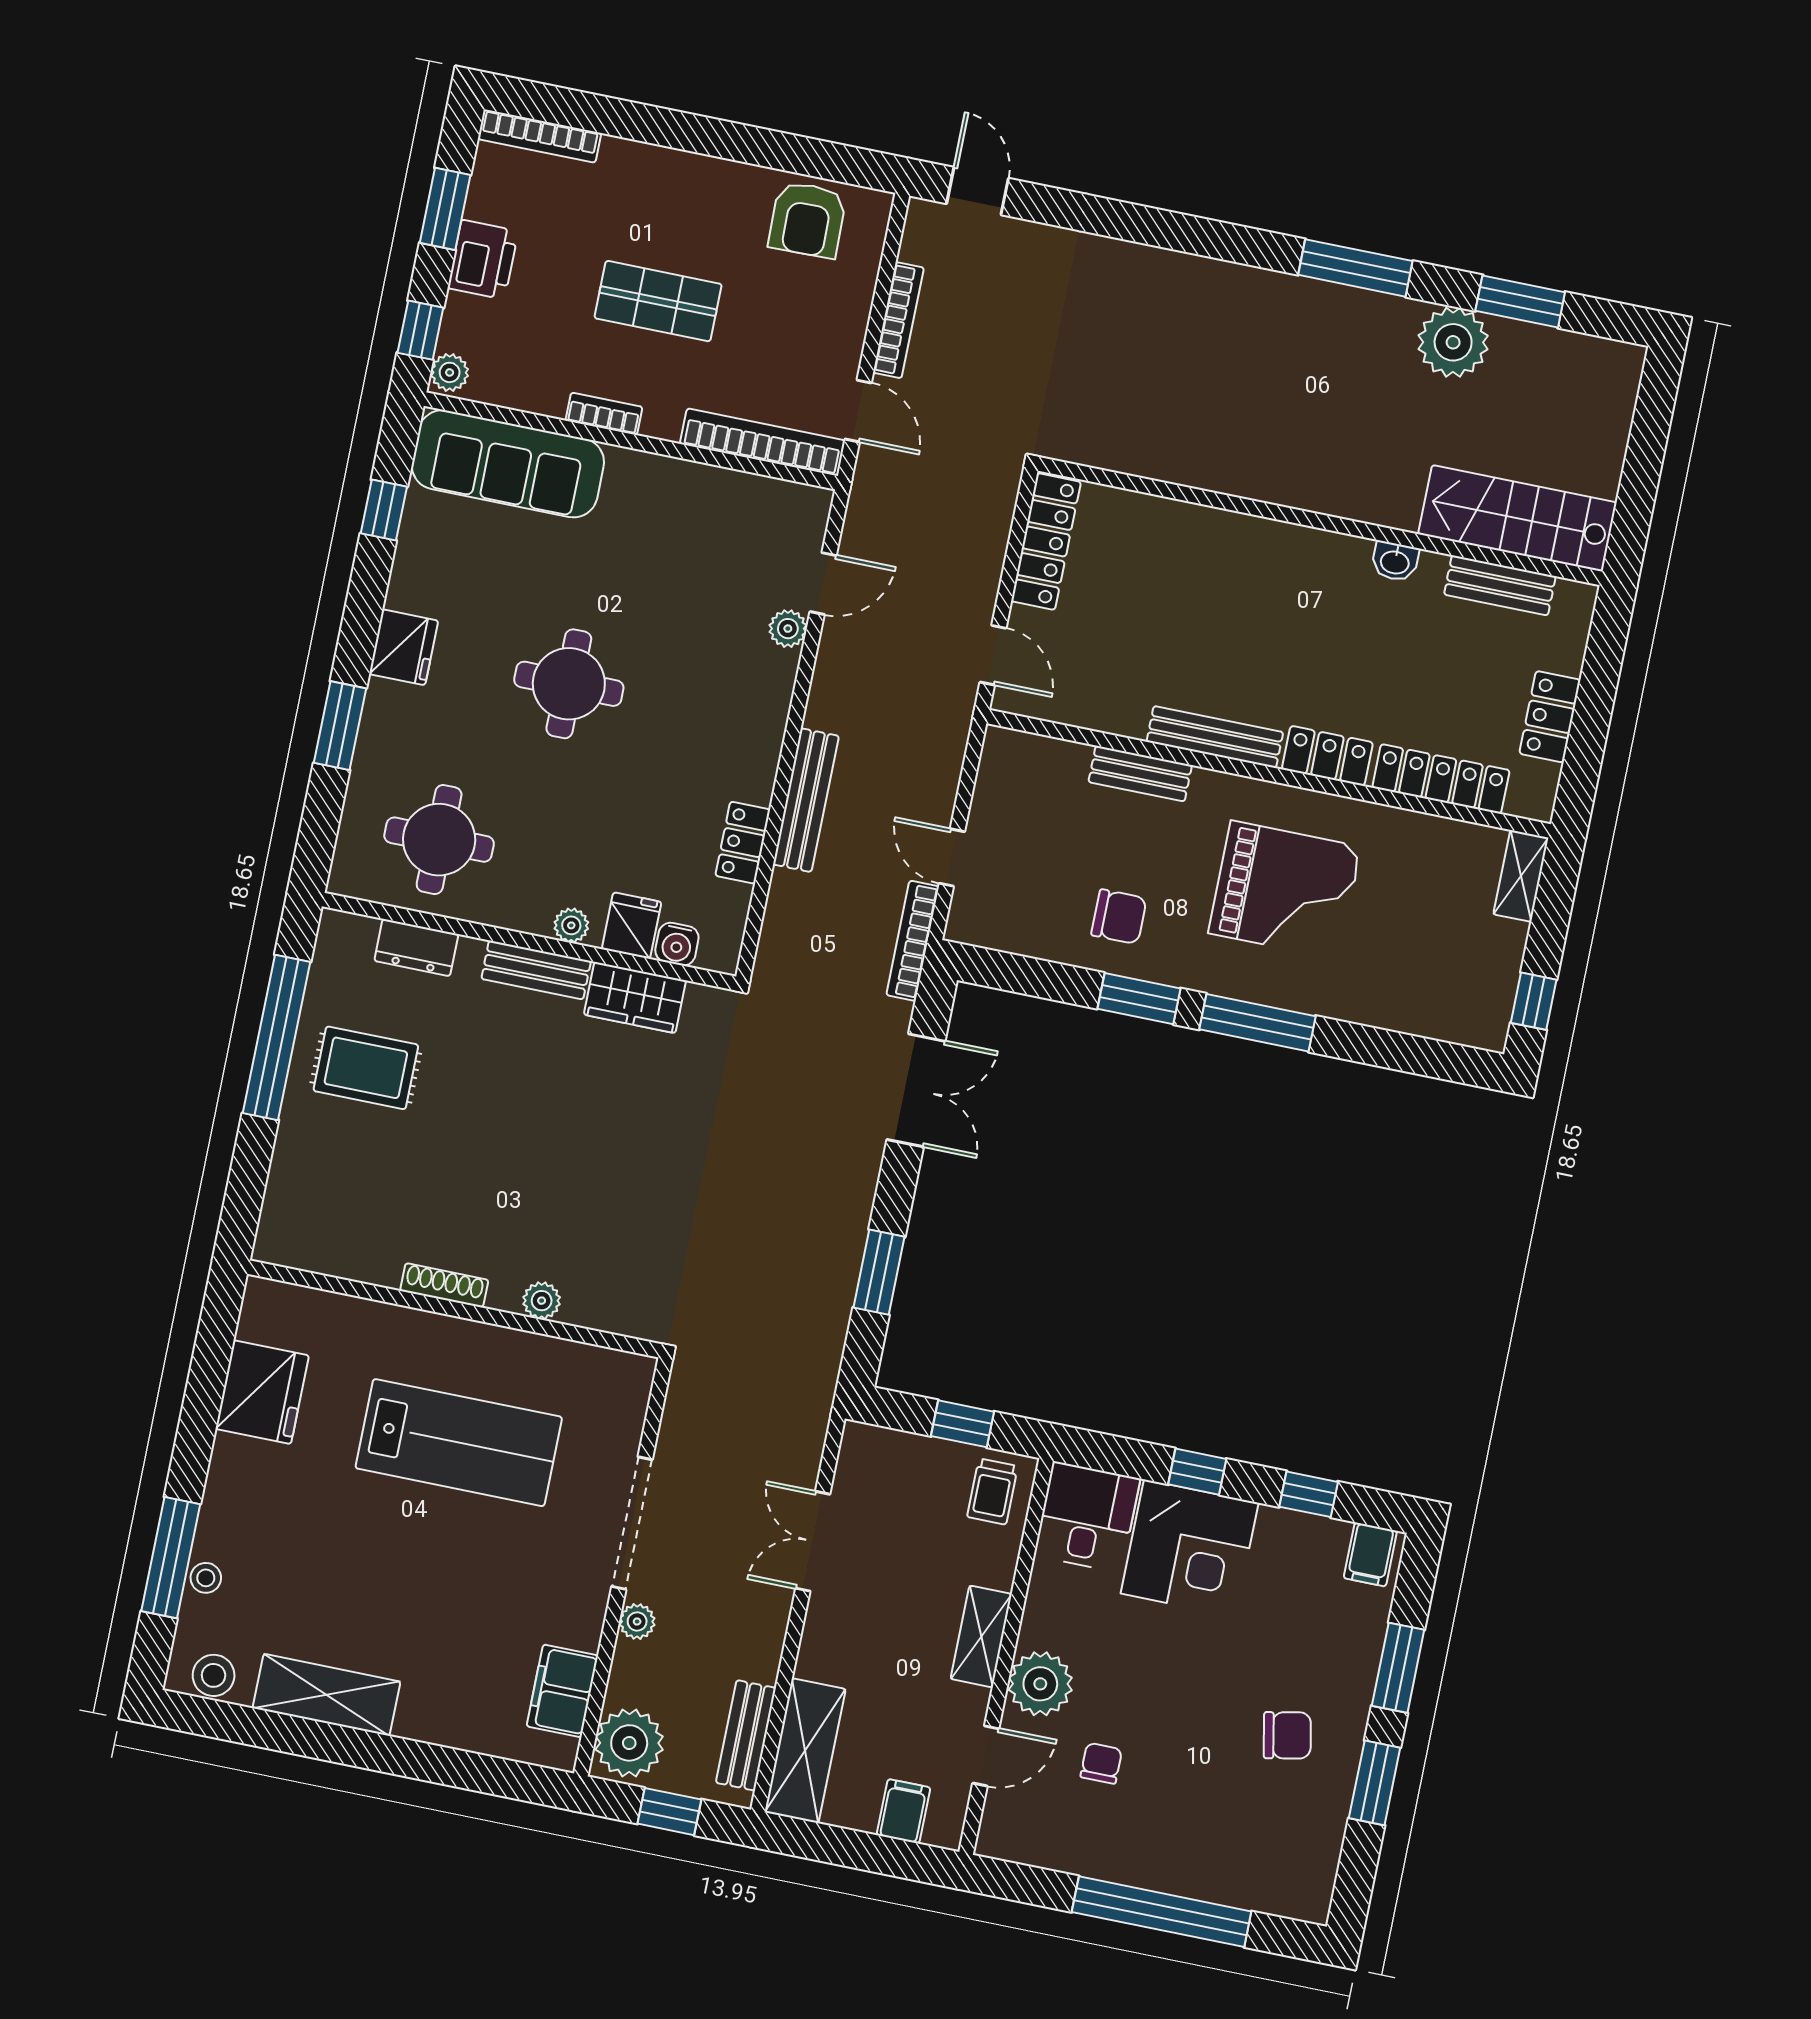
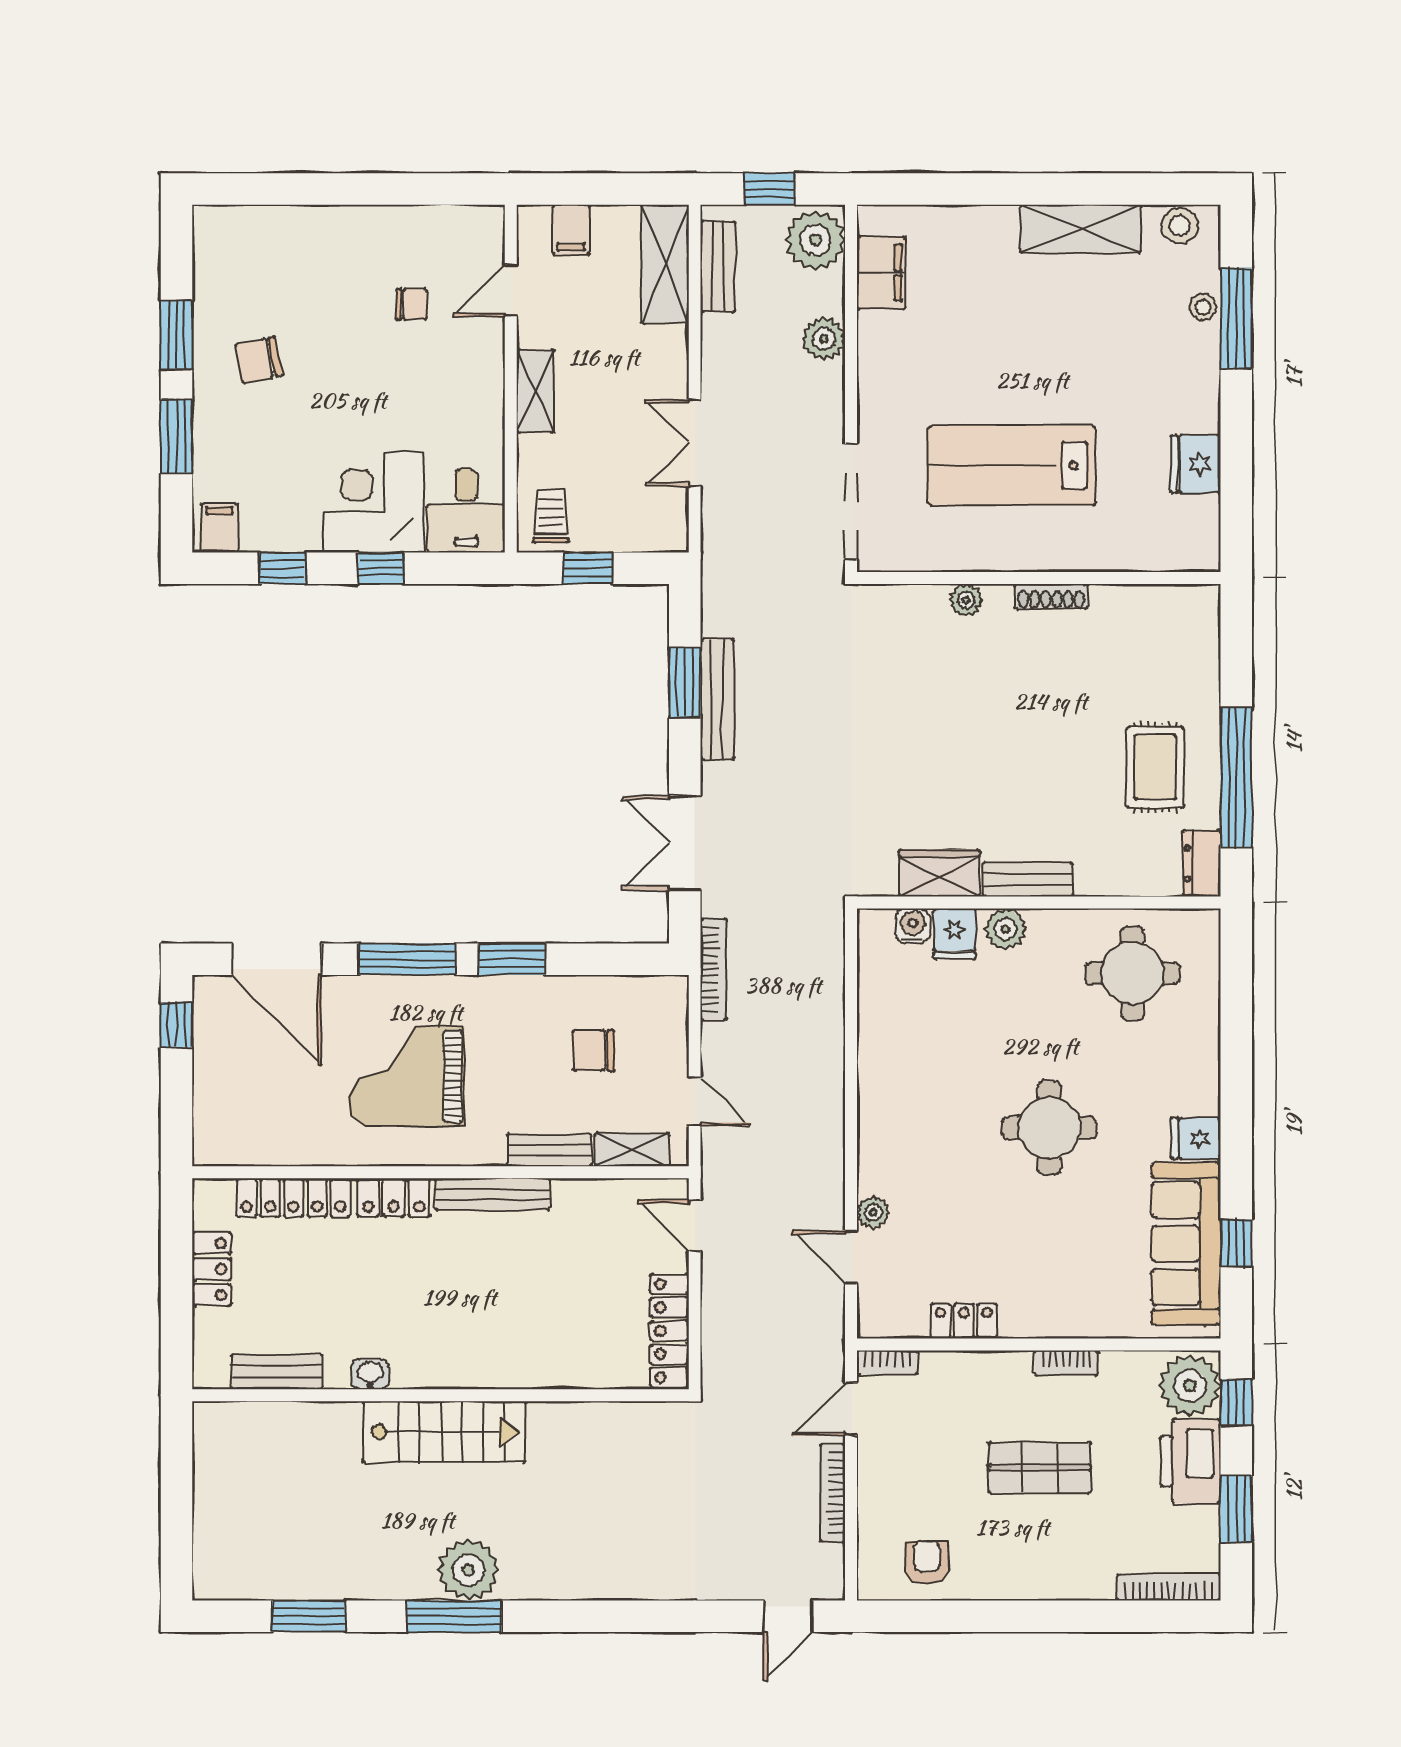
door: (978, 191) -> (788, 1616), hinge flipped
armchair: (807, 220) -> (927, 1563), width x0.72, depth x0.72
printer: (483, 260) -> (1190, 1461), width x1.37, depth x1.19
plant: (1453, 342) -> (469, 1570), moved
plant: (450, 372) -> (1190, 1386), width x1.88, depth x1.88
door: (858, 411) -> (851, 1409), hinge flipped
bookcase: (763, 442) -> (887, 1362), width x0.43, depth x0.76
sofa: (508, 464) -> (1186, 1244), moved, turned -90
stairs: (1517, 518) -> (444, 1432), moved
door: (823, 583) -> (851, 1257), hinge flipped
fridge: (404, 647) -> (1196, 1138), width x0.72
window: (340, 726) -> (1236, 1053), removed
bench: (806, 800) -> (717, 699), moved
locker: (743, 843) -> (964, 1321), moved, turned -90
door: (952, 857) -> (695, 1102), moved
shelving: (1521, 876) -> (632, 1150), moved, turned 90
chair: (1119, 917) -> (593, 1051), moved
plant: (571, 925) -> (1006, 929), width x1.38, depth x1.38
dresser: (416, 948) -> (1202, 863), moved, turned -90
door: (1405, 1053) -> (277, 959), added
rug: (366, 1068) -> (1155, 767), turned 90
fridge: (262, 1392) -> (1196, 464), width x0.73, depth x0.75
doorway: (632, 1523) -> (851, 502), moved
double door: (813, 1541) -> (695, 443), swing flipped
plant: (637, 1621) -> (824, 339), width x1.38, depth x1.38
plant: (1040, 1684) -> (477, 361), removed
chair: (1101, 1763) -> (412, 304), turned -90
window: (1162, 1912) -> (335, 189), removed

